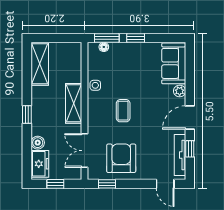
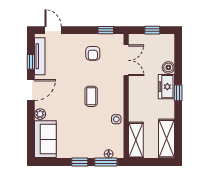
shelving: (74, 103) -> (136, 140), moved
armchair: (121, 158) -> (93, 53), width x0.53, depth x0.53
freezer: (40, 164) -> (166, 87), moved

